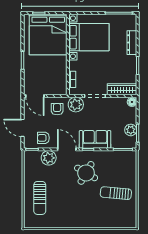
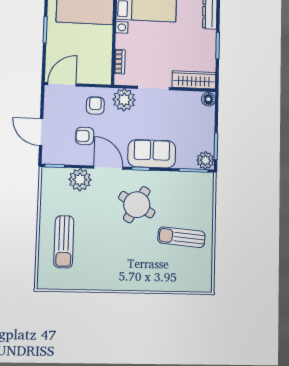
door: (35, 96) -> (62, 84), swing flipped
plant: (131, 130) -> (205, 160), moved
armchair: (43, 138) -> (85, 136), moved

